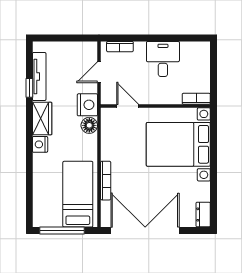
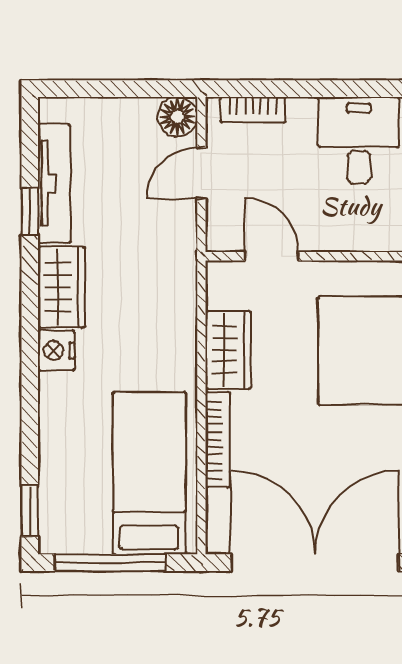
nightstand: (87, 105) -> (173, 253), removed
floor lamp: (89, 125) -> (177, 117), moved
wardrobe: (110, 144) -> (228, 350), added
window: (29, 210) -> (30, 511), added

